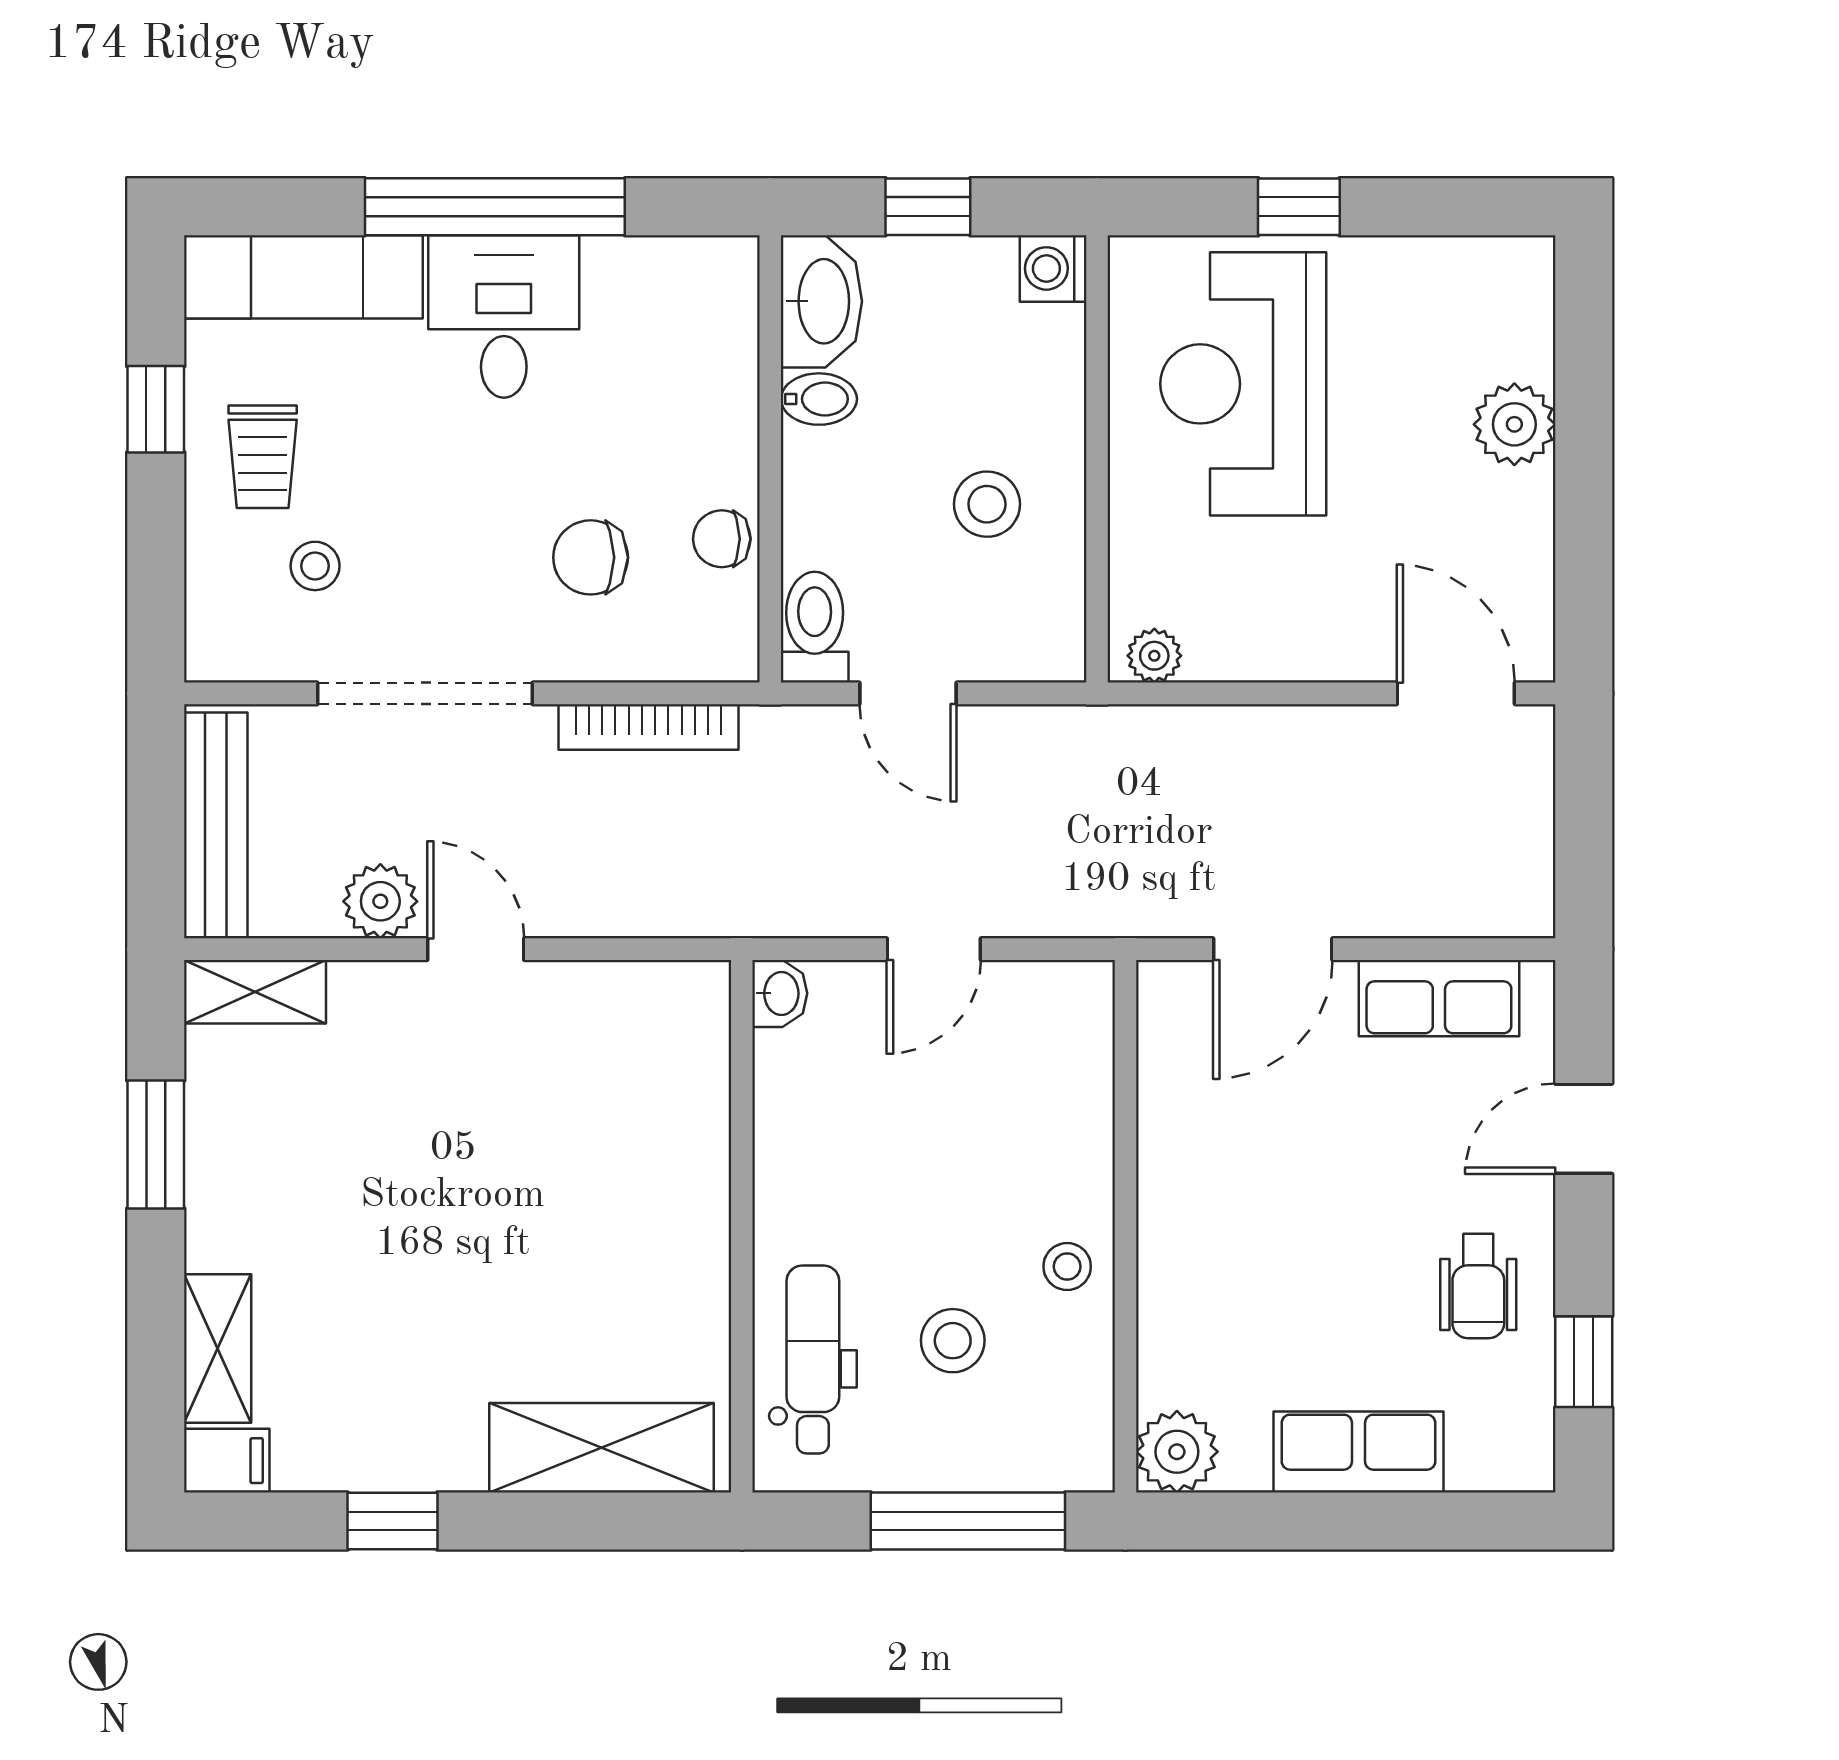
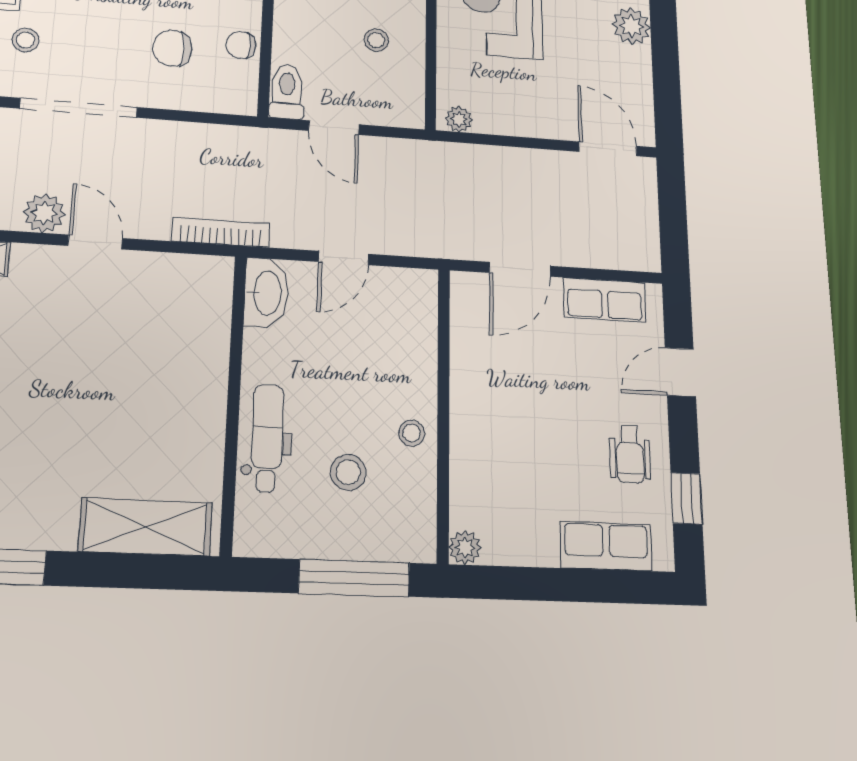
stool: (987, 504) -> (376, 40), width x0.73, depth x0.73
bookcase: (649, 727) -> (221, 232), moved, turned 180
washbasin: (780, 993) -> (266, 293), width x1.91, depth x1.45
dental chair: (813, 1360) -> (267, 438), moved
plant: (1177, 1452) -> (465, 547), width x0.73, depth x0.73
row of seats: (1358, 1452) -> (606, 546), moved

